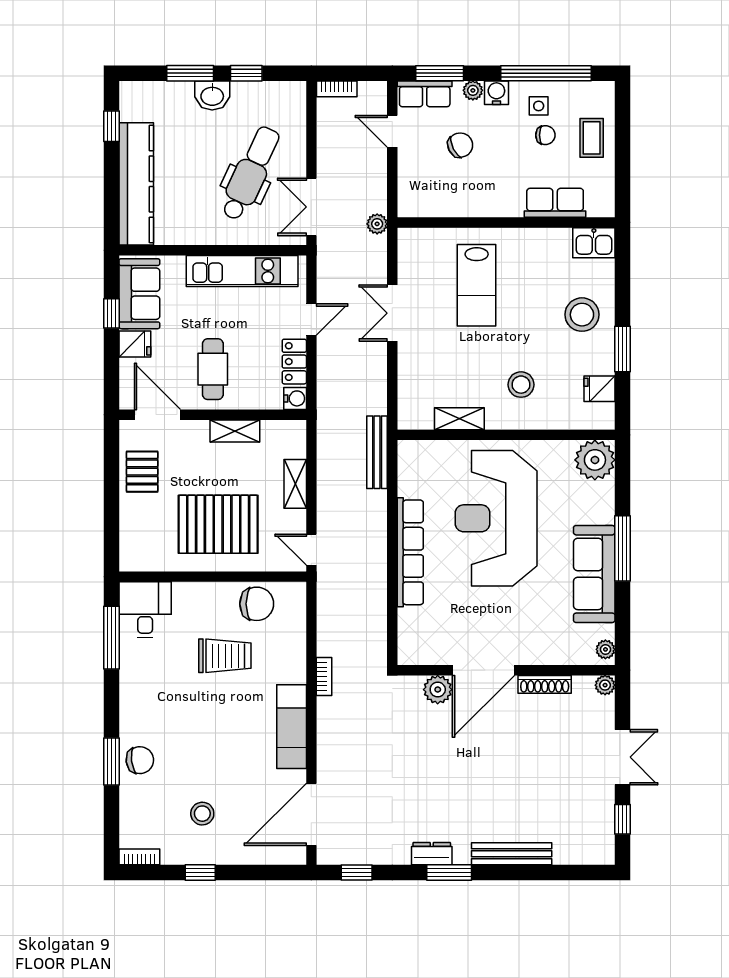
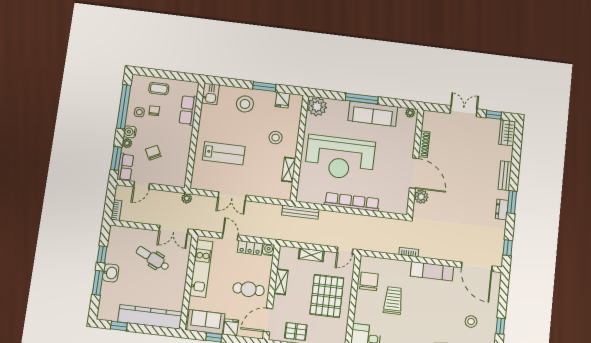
dental chair: (250, 173) -> (153, 258), width x0.73, depth x0.72
plant: (605, 685) -> (428, 115), removed
wardrobe: (589, 850) -> (507, 133), added
bench: (512, 854) -> (505, 176), width x0.73

